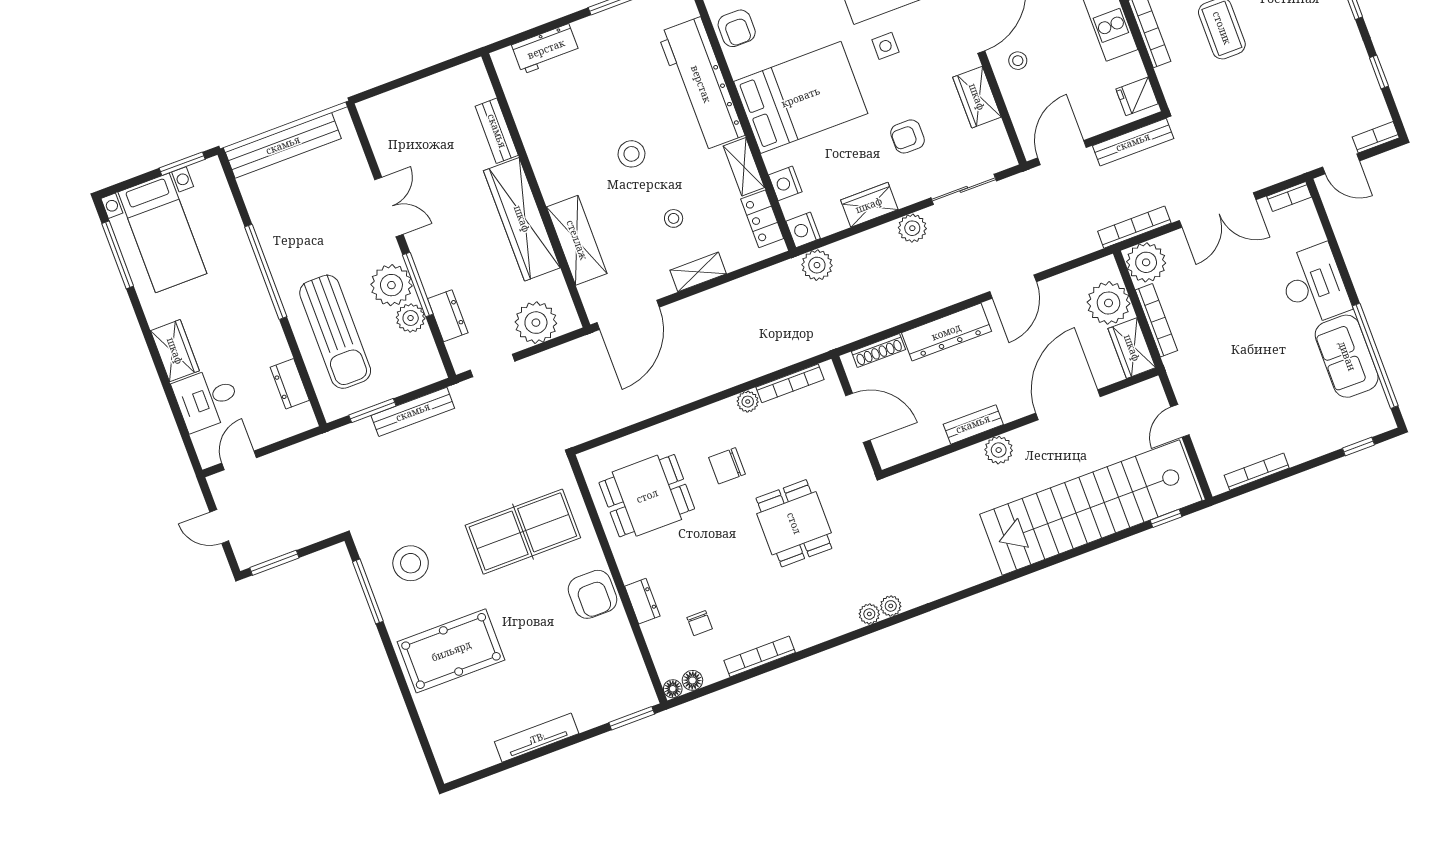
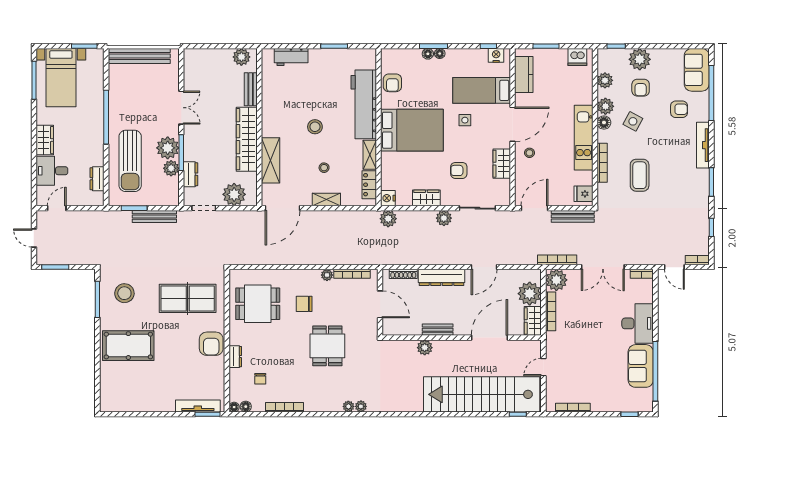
plant: (460, 81) -> (241, 57), added
nightstand: (785, 183) -> (388, 171), removed
plant: (999, 450) -> (425, 348), moved
tv unit: (537, 738) -> (198, 406), moved

